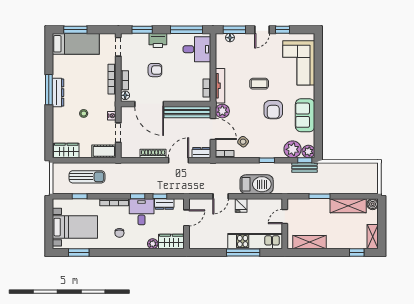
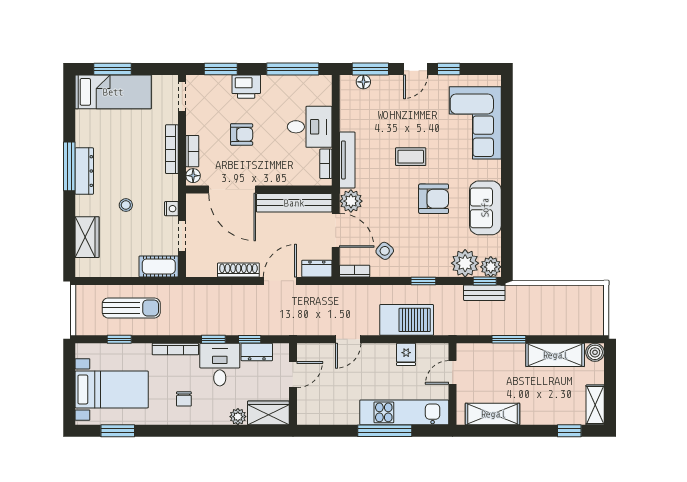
desk: (197, 49) -> (310, 127), moved
armchair: (273, 110) -> (434, 199), turned -90
wardrobe: (66, 150) -> (87, 237), moved, turned 90
fridge: (241, 205) -> (406, 354), moved

